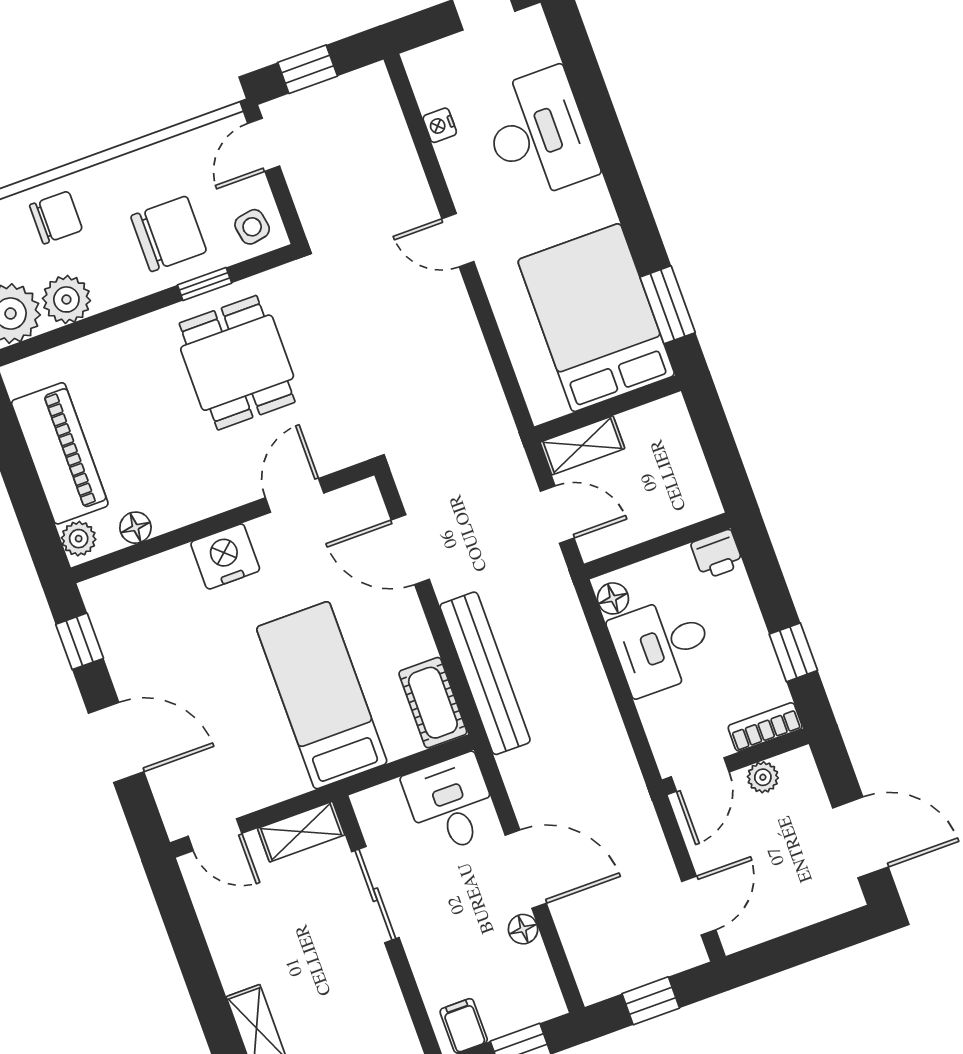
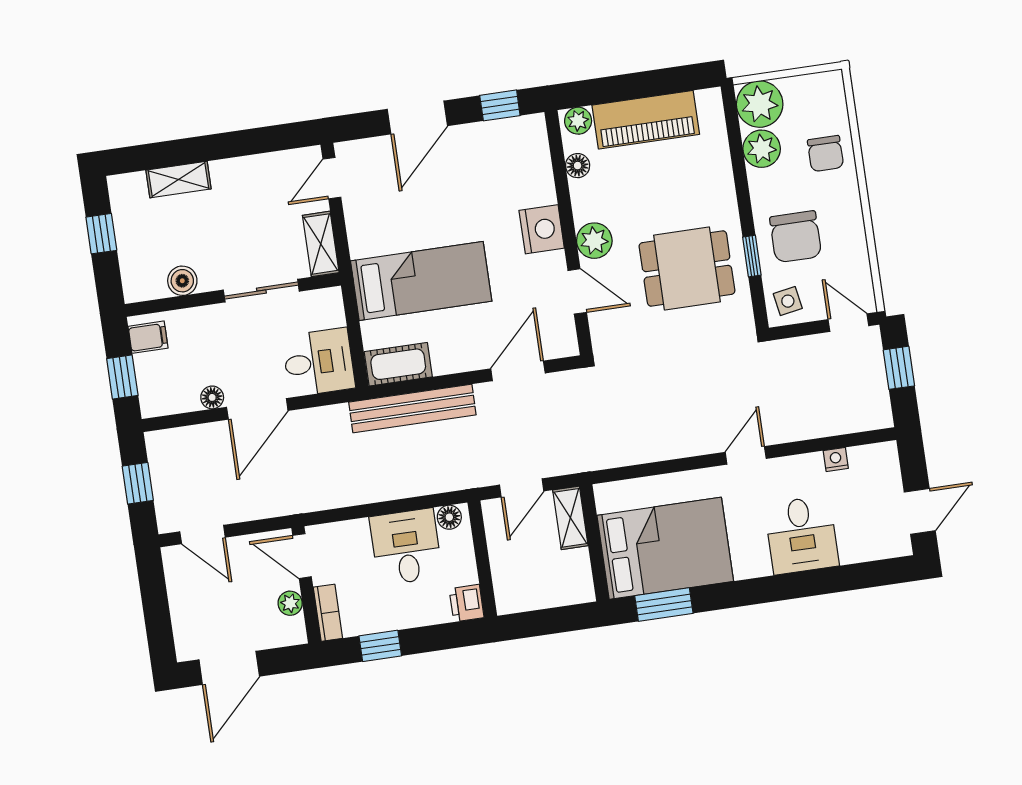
desk: (539, 134) -> (802, 535), width x0.73
plant: (226, 487) -> (594, 241), added
boiler: (383, 997) -> (182, 281), added

